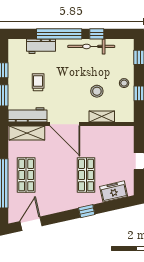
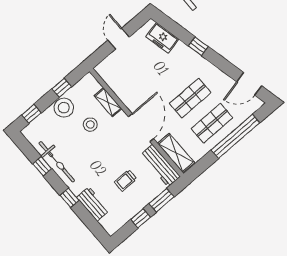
window: (59, 34) -> (69, 198), width x0.32
stool: (124, 83) -> (64, 108), width x1.89, depth x1.89
shop shelf: (86, 175) -> (190, 98), moved

